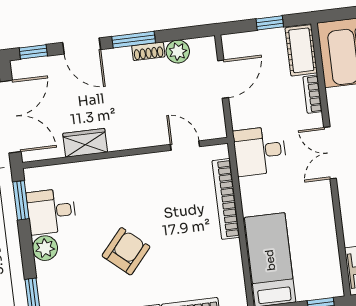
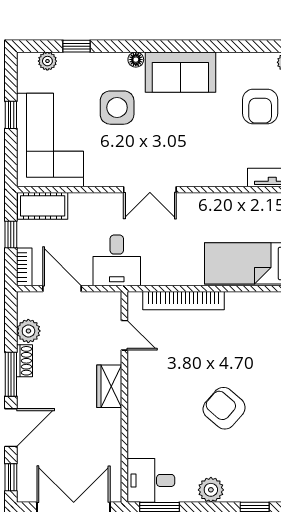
bookcase: (313, 94) -> (24, 267), moved, turned -90
wardrobe: (85, 143) -> (109, 386), moved
door: (185, 146) -> (124, 335), swing flipped
desk: (260, 151) -> (117, 260), moved
desk: (51, 211) -> (151, 480), moved, turned 90

